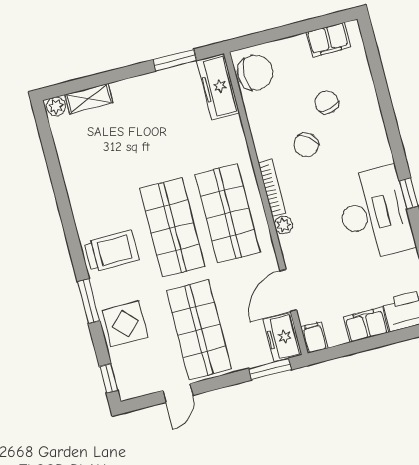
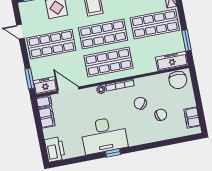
shop shelf: (146, 125) -> (155, 24), added
filing cabinet: (366, 325) -> (47, 117), moved

